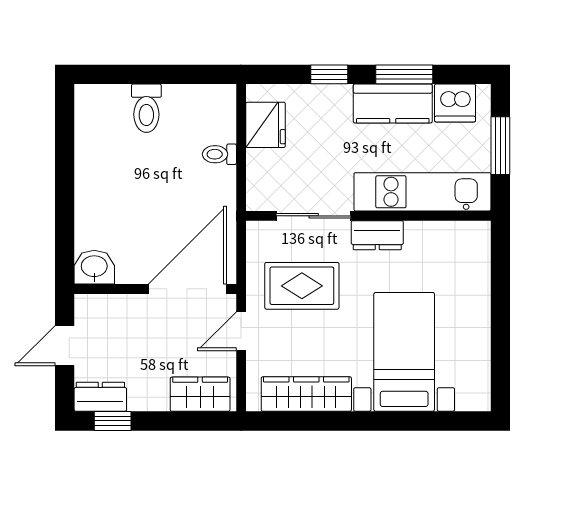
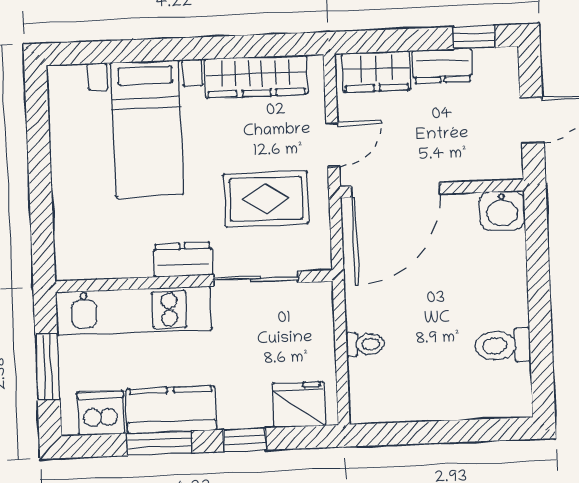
toilet: (146, 108) -> (503, 345), moved, turned -90
fridge: (265, 125) -> (299, 404), moved, turned 90
dresser: (100, 397) -> (442, 66), moved

